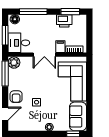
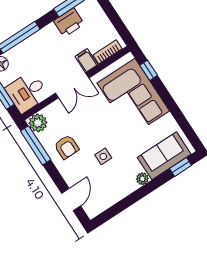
window: (89, 73) -> (149, 70), added
armchair: (16, 97) -> (67, 147), moved
sofa: (78, 116) -> (164, 156), moved, turned 90

